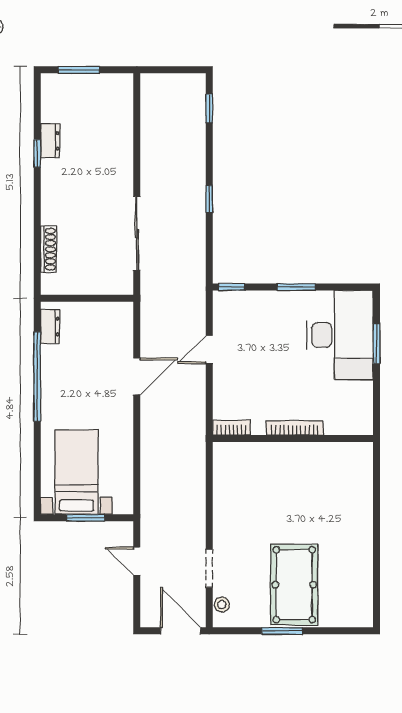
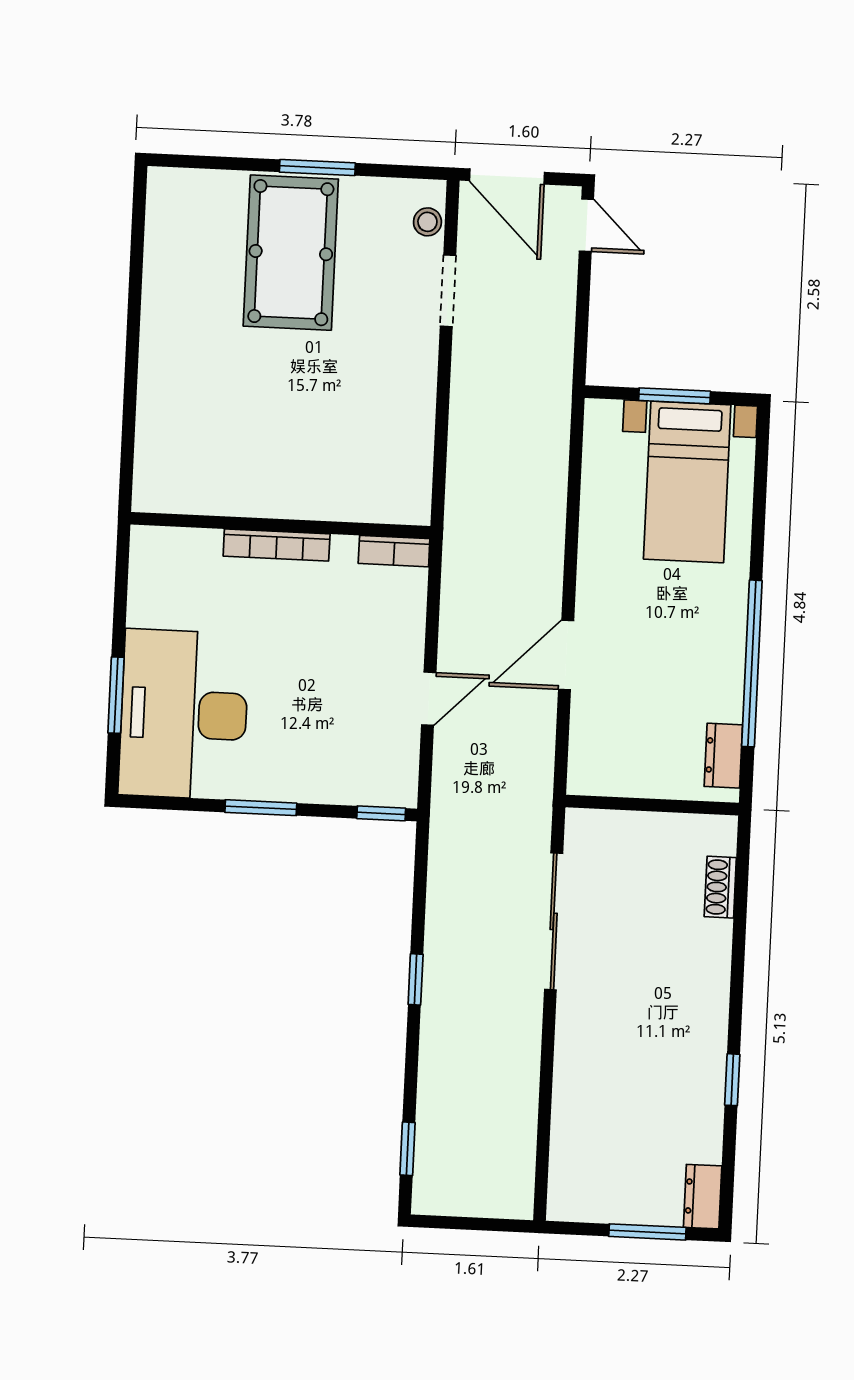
dresser: (50, 141) -> (703, 1197), moved
shoe rack: (49, 249) -> (720, 887), width x0.70
door: (137, 561) -> (586, 225), moved

